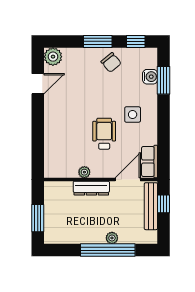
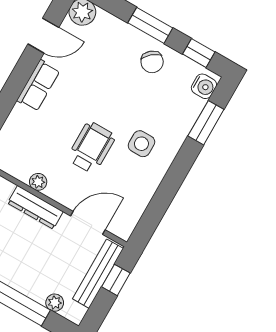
water cooler: (150, 77) -> (204, 86), moved
row of seats: (150, 162) -> (38, 86), moved, turned 180
plant: (112, 238) -> (55, 303), moved

